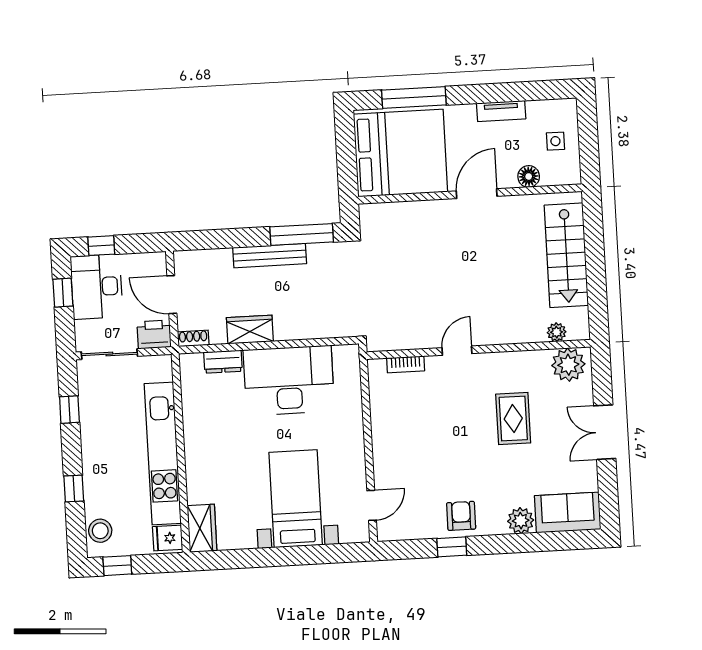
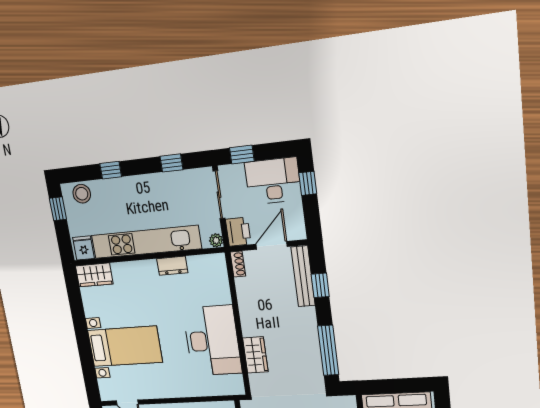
window: (222, 239) -> (320, 285), added
bench: (270, 256) -> (303, 276), moved
window: (63, 293) -> (242, 155), moved
wardrobe: (250, 329) -> (255, 355), moved
dresser: (223, 362) -> (172, 266), moved, turned -90
plant: (164, 363) -> (216, 240), added

